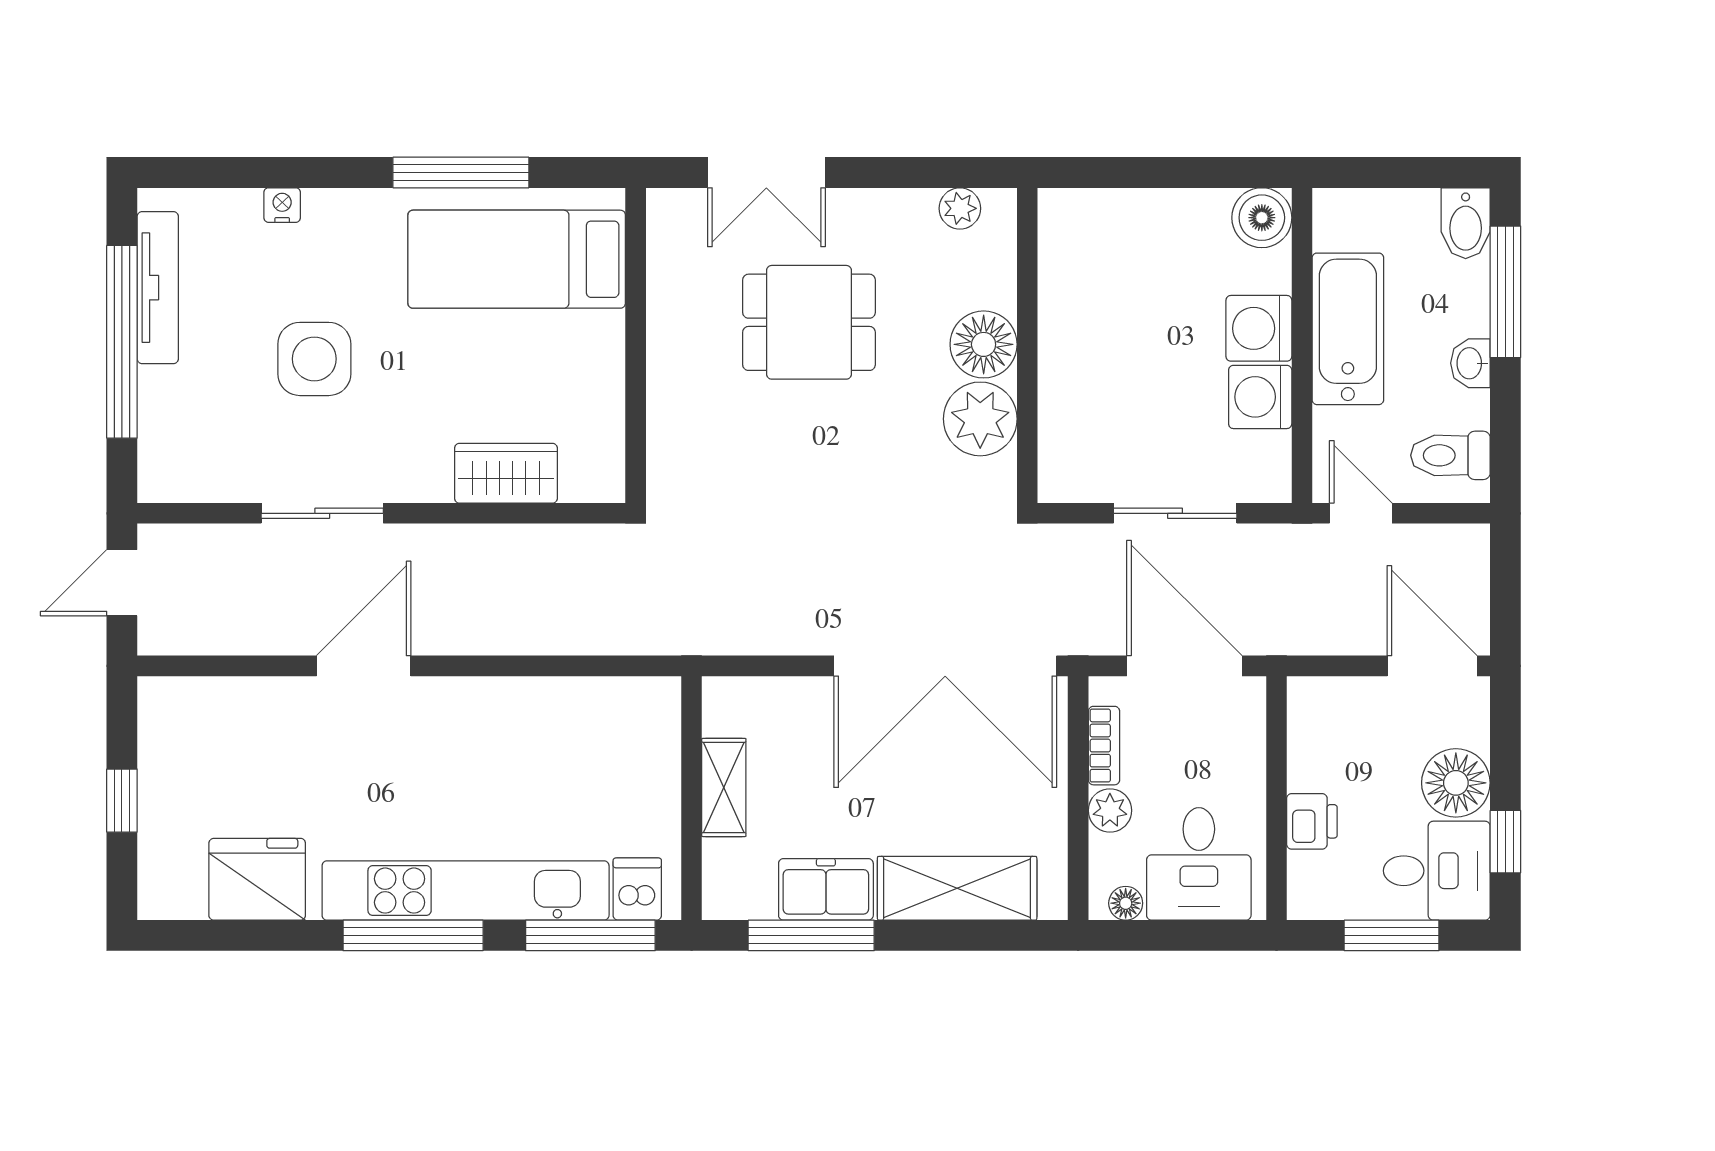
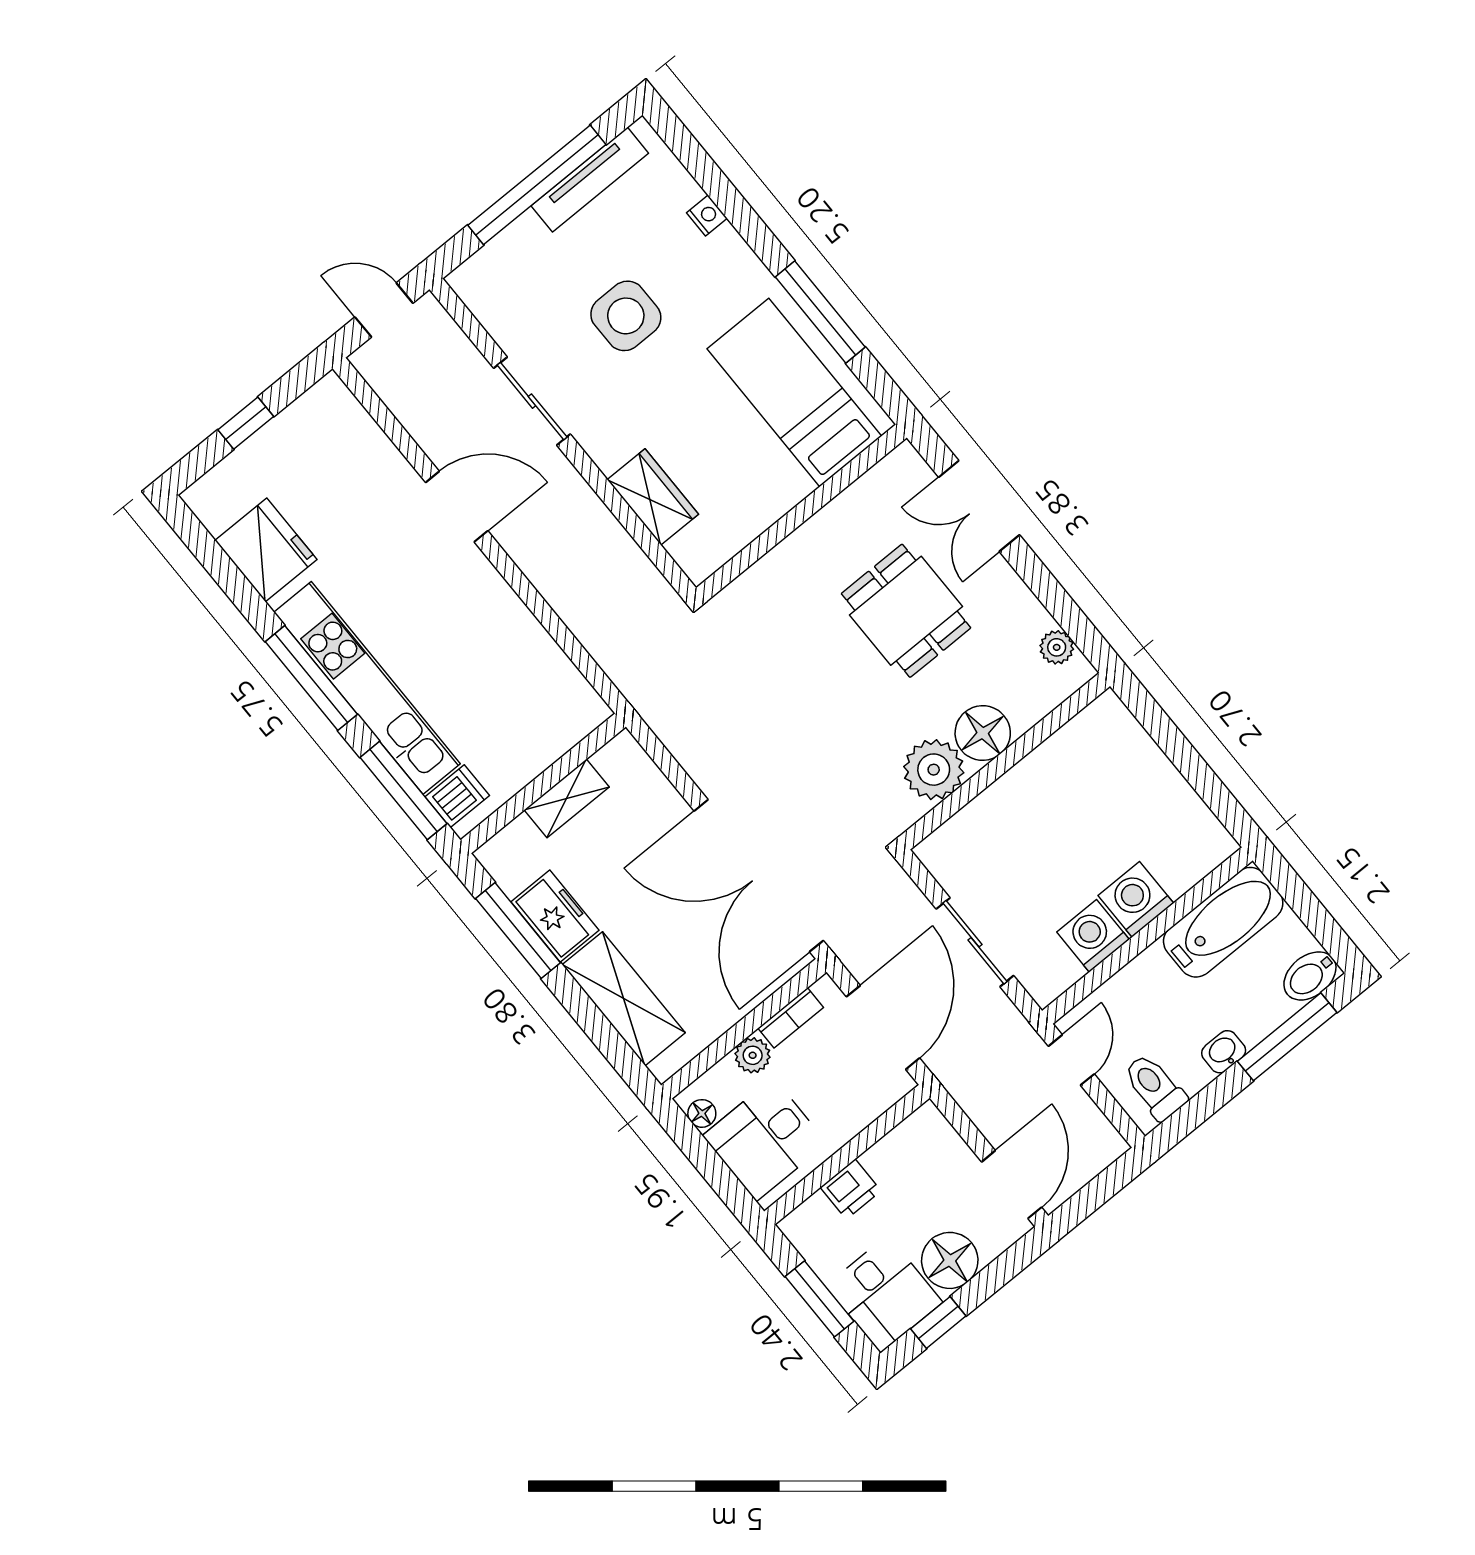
boiler: (1262, 218) -> (1208, 844), removed
bathtub: (1348, 329) -> (1223, 922), moved

